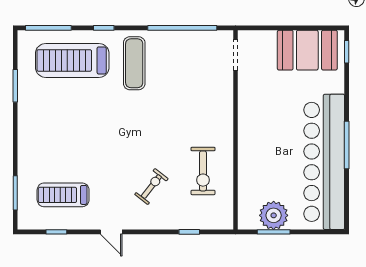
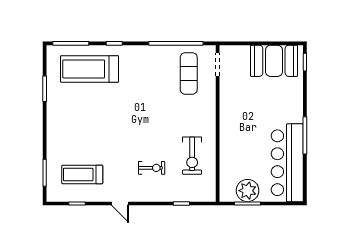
exercise mat: (134, 63) -> (189, 73), moved
bar counter: (324, 162) -> (287, 163), width x0.73
exercise bike: (151, 187) -> (152, 168), turned 52

